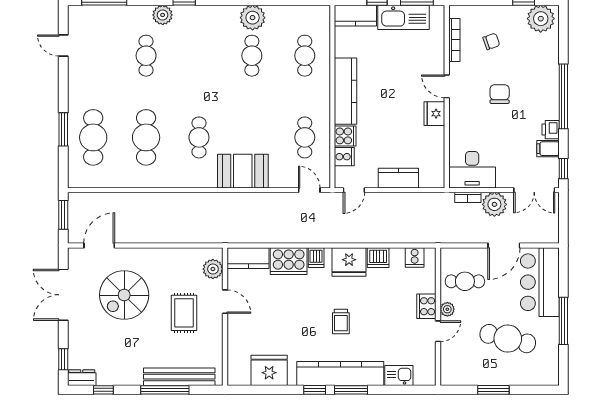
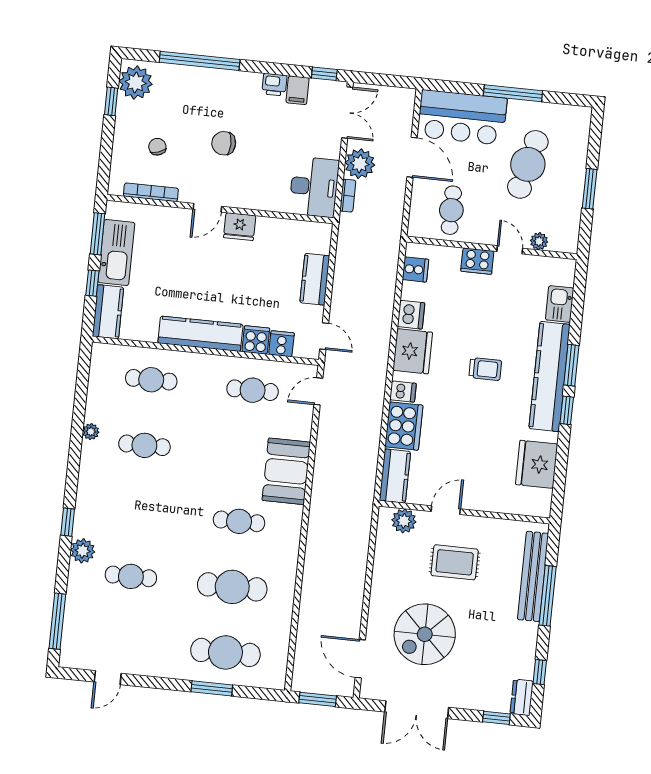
plant: (253, 18) -> (91, 432), width x0.53, depth x0.53
window: (563, 96) -> (200, 61), moved
spiral stairs: (124, 295) -> (425, 634), turned 90
plant: (447, 309) -> (539, 241), moved

